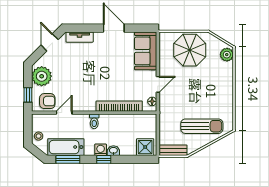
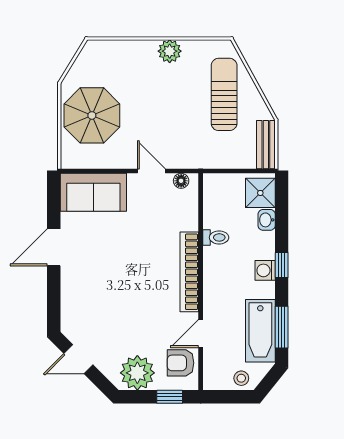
tv unit: (80, 37) -> (69, 307), removed
plant: (227, 55) -> (170, 51), moved
armchair: (47, 101) -> (180, 363), turned -90
bookcase: (119, 106) -> (189, 272), moved
door: (64, 113) -> (201, 334), hinge flipped
toilet: (94, 121) -> (216, 237), moved
washbasin: (113, 151) -> (267, 220), moved

